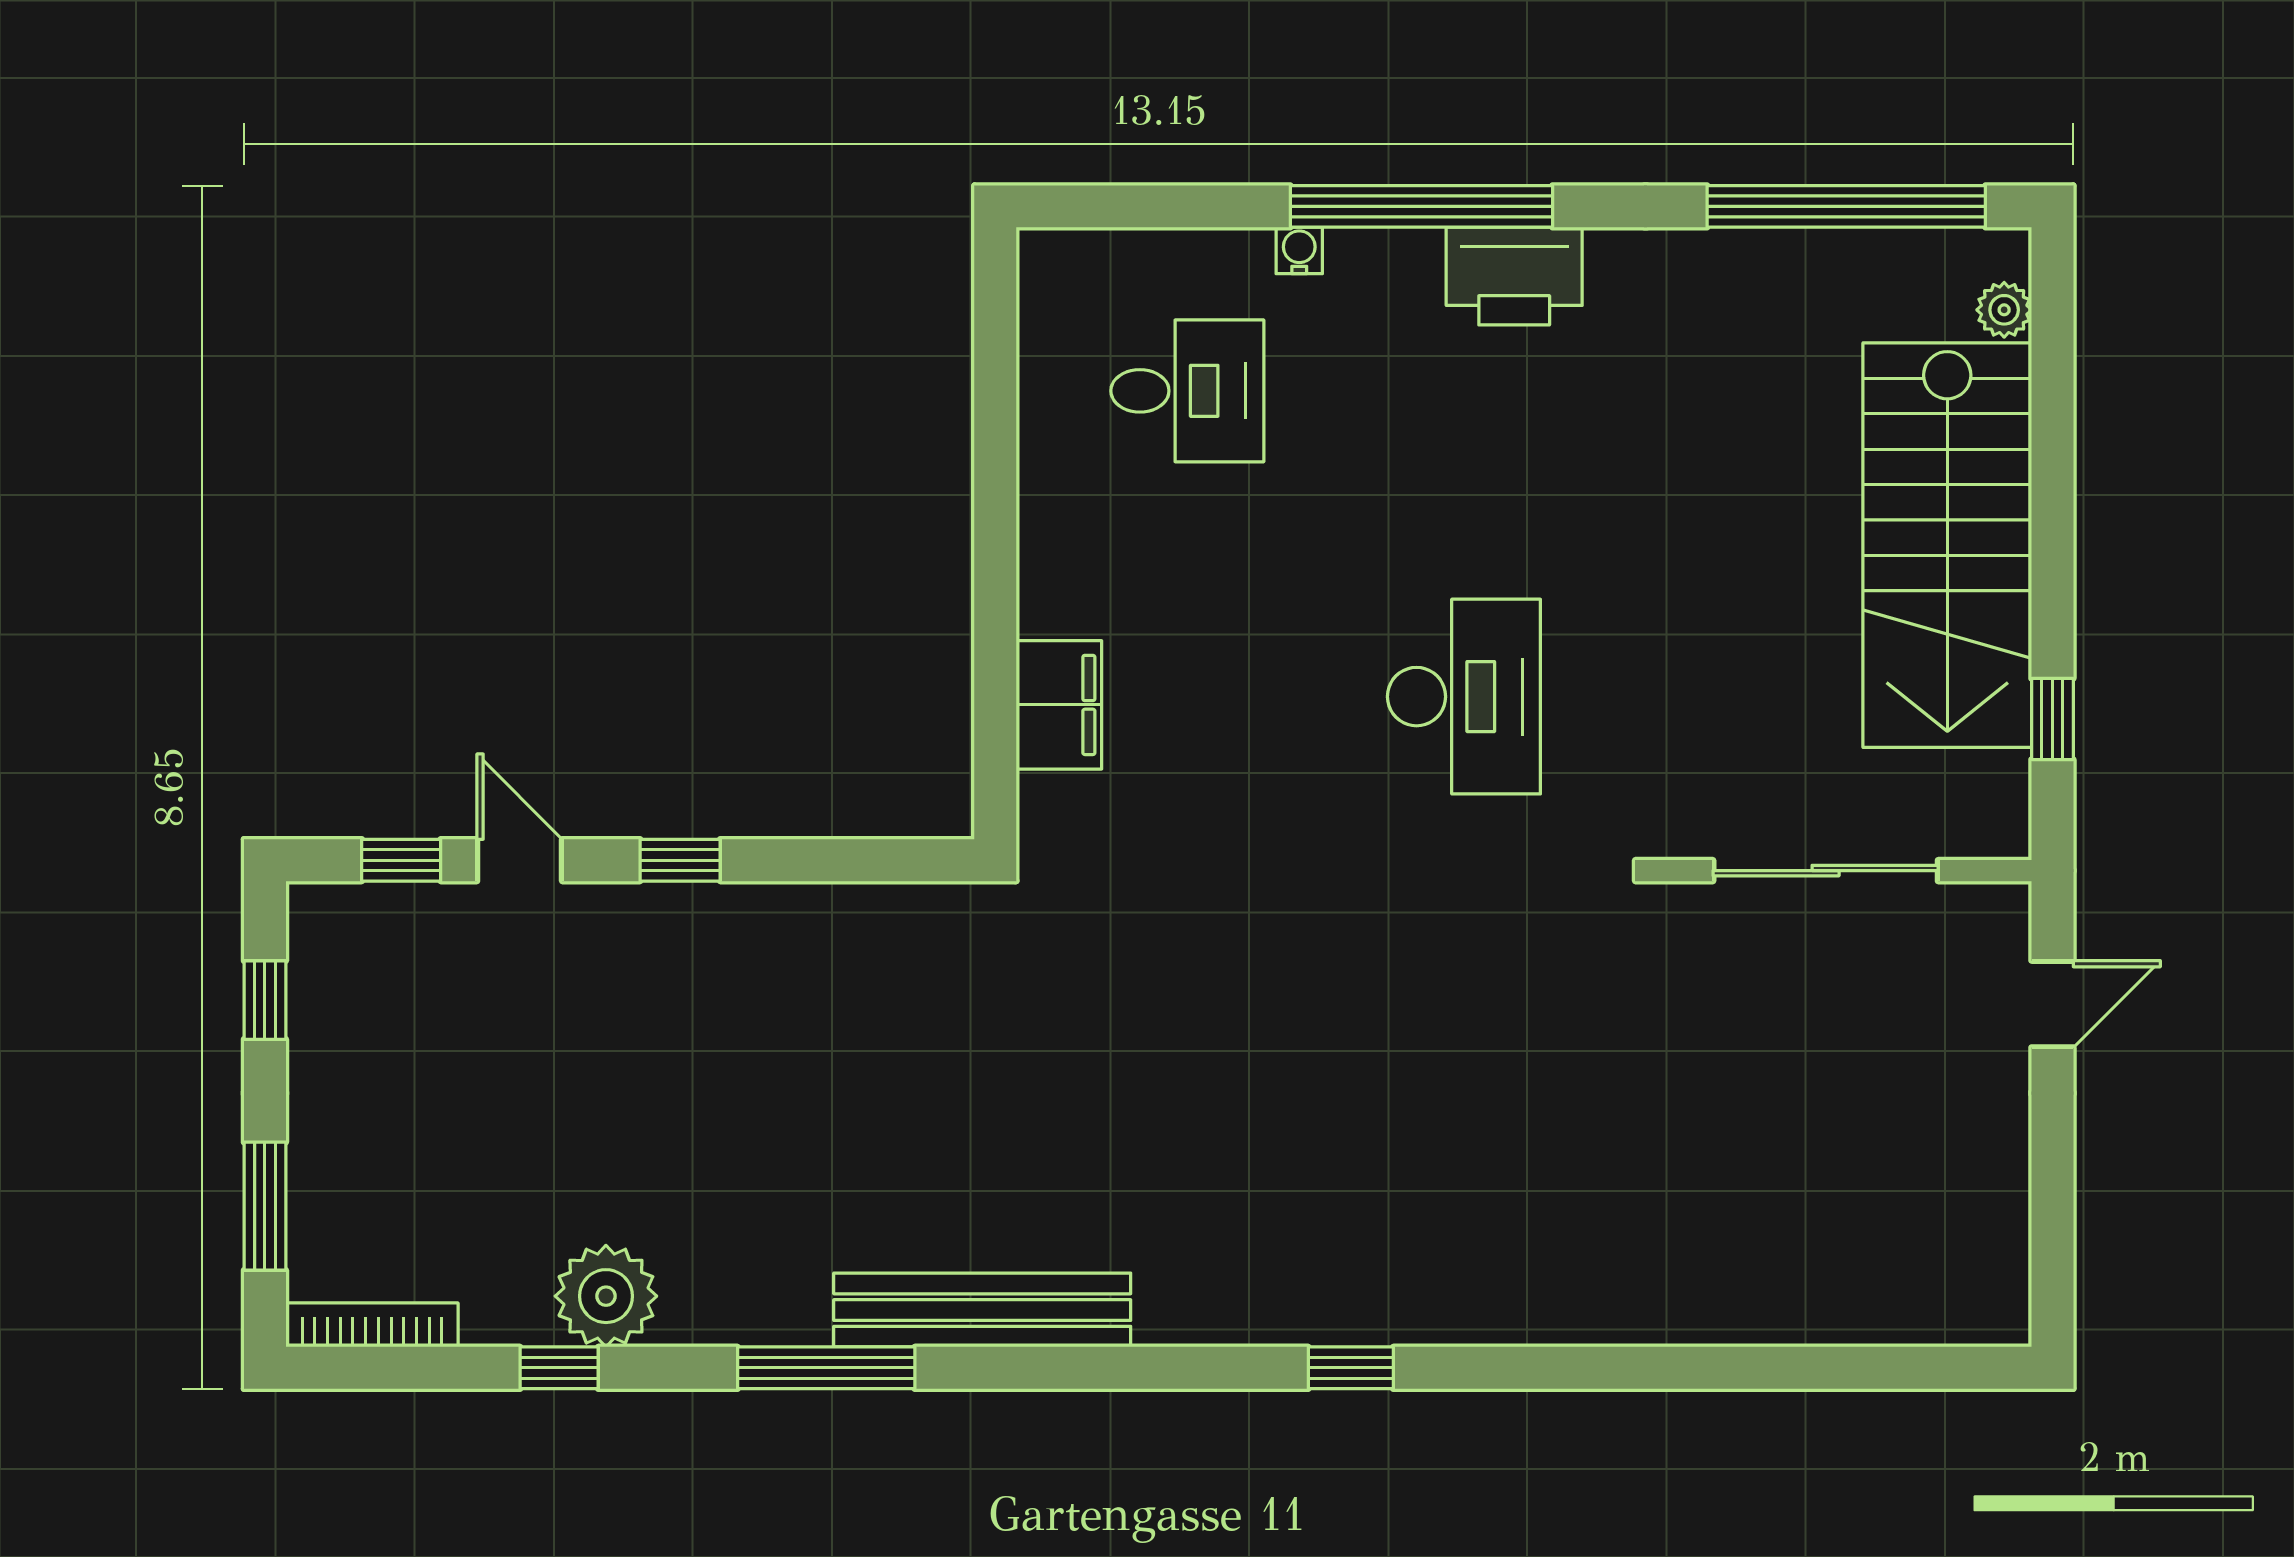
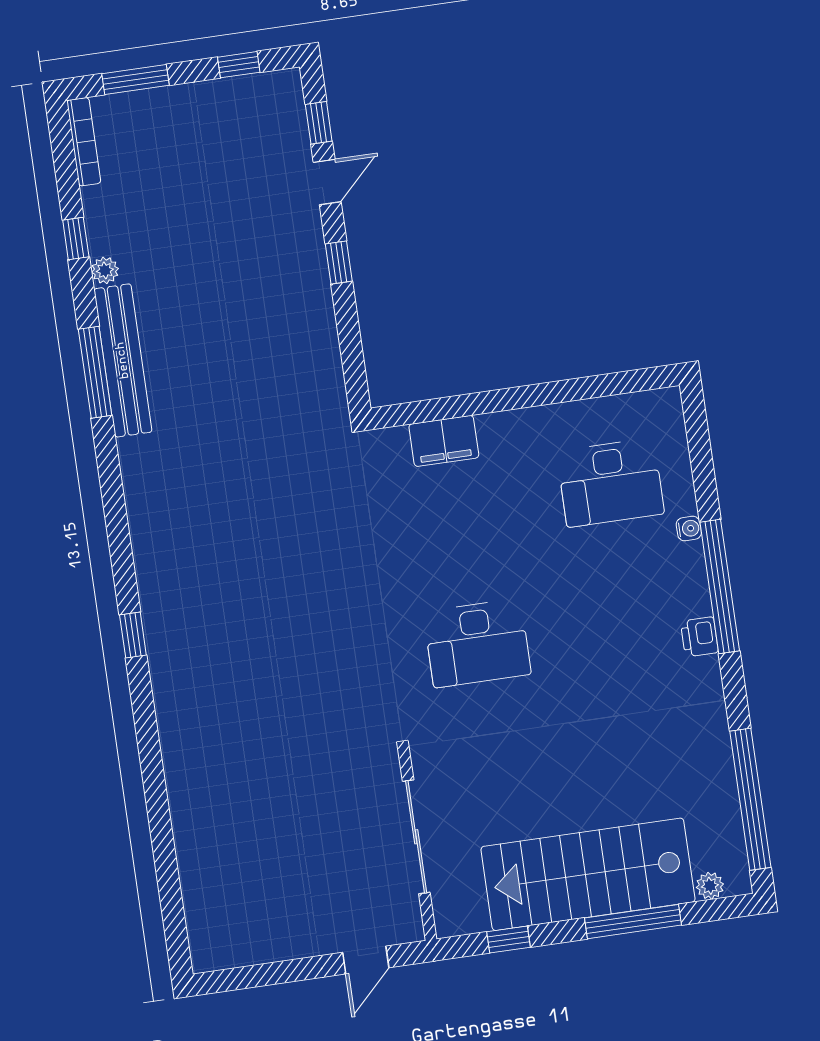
printer: (1514, 276) -> (699, 637), width x0.53, depth x0.68
desk: (1187, 391) -> (610, 483), width x1.37
window: (2052, 470) -> (633, 922), added
door: (2052, 1004) -> (366, 960), hinge flipped
plant: (606, 1296) -> (105, 270), width x0.53, depth x0.53
bench: (982, 1310) -> (123, 360), moved

